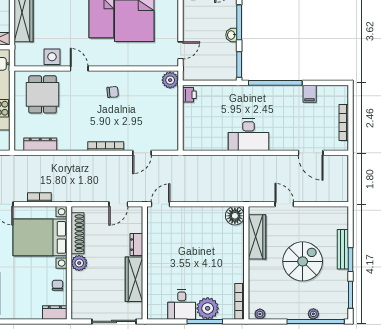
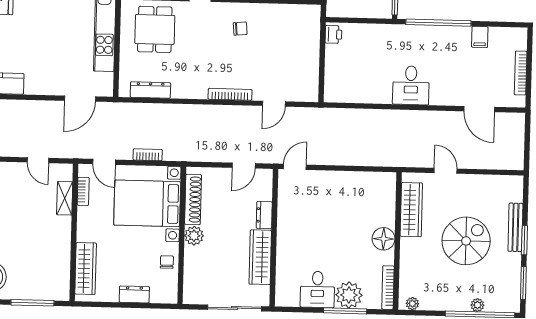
plant: (170, 80) -> (311, 16), removed
desk: (249, 135) -> (411, 85), width x0.73
floor lamp: (235, 216) -> (384, 239), moved
dresser: (55, 313) -> (134, 294), moved

